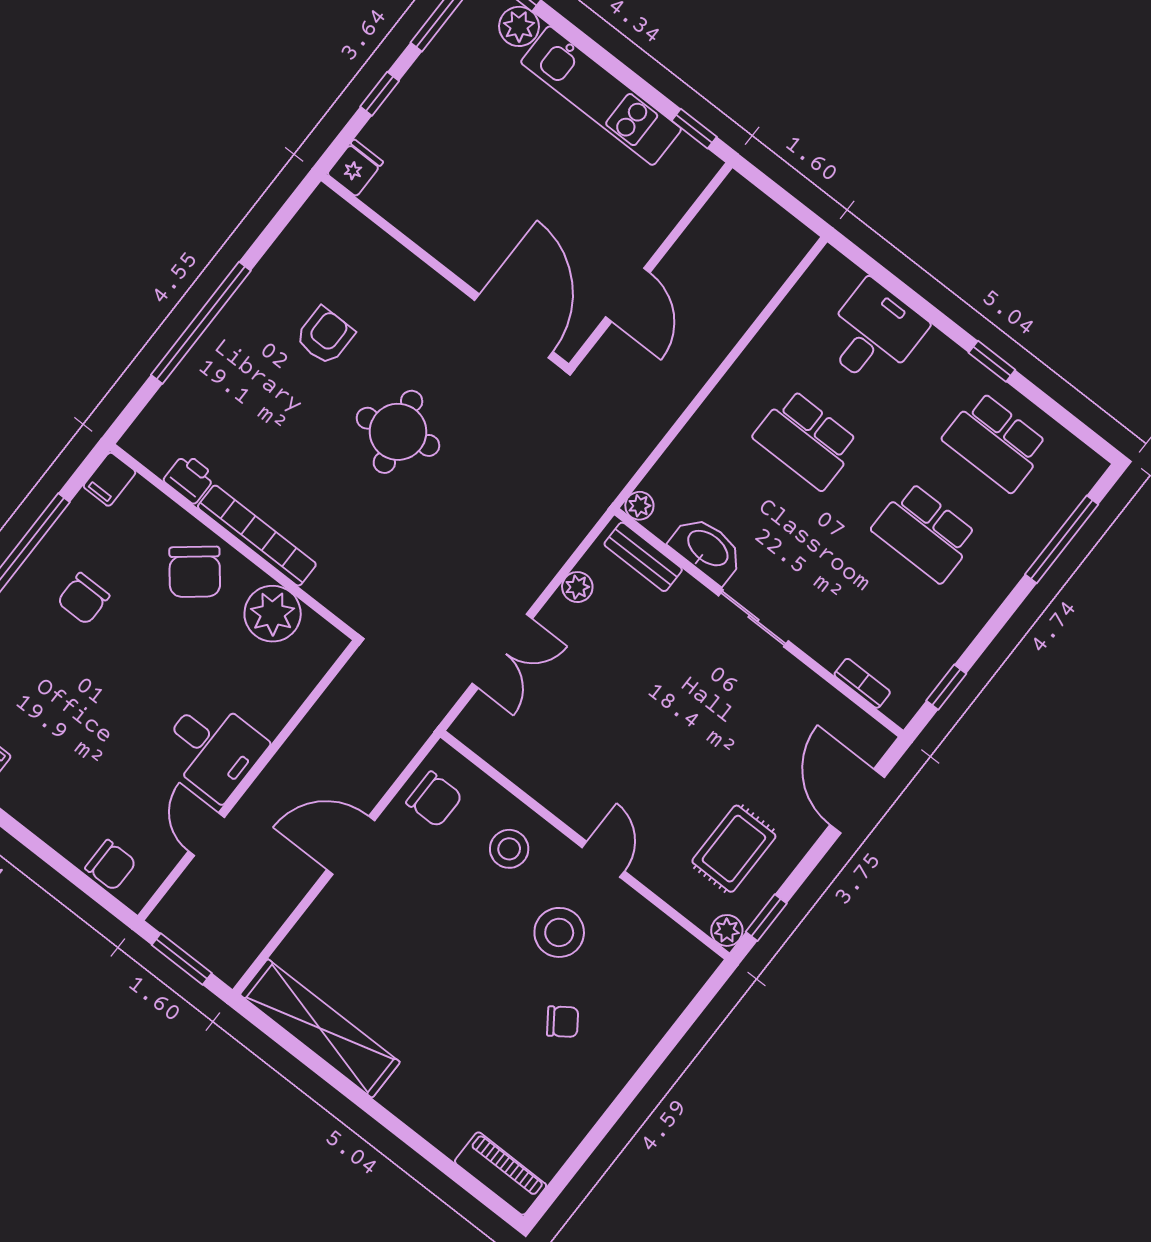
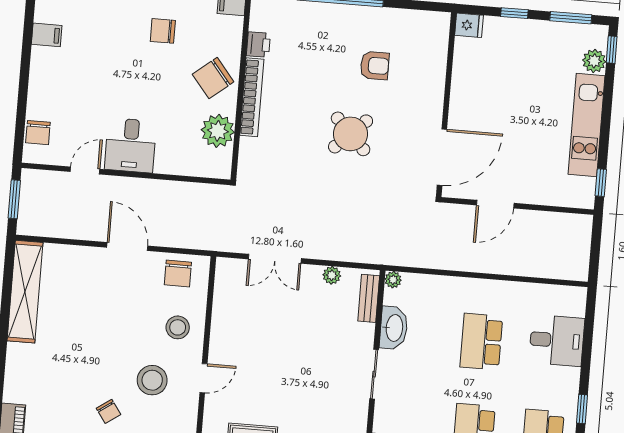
round table: (398, 432) -> (351, 134), turned -30

